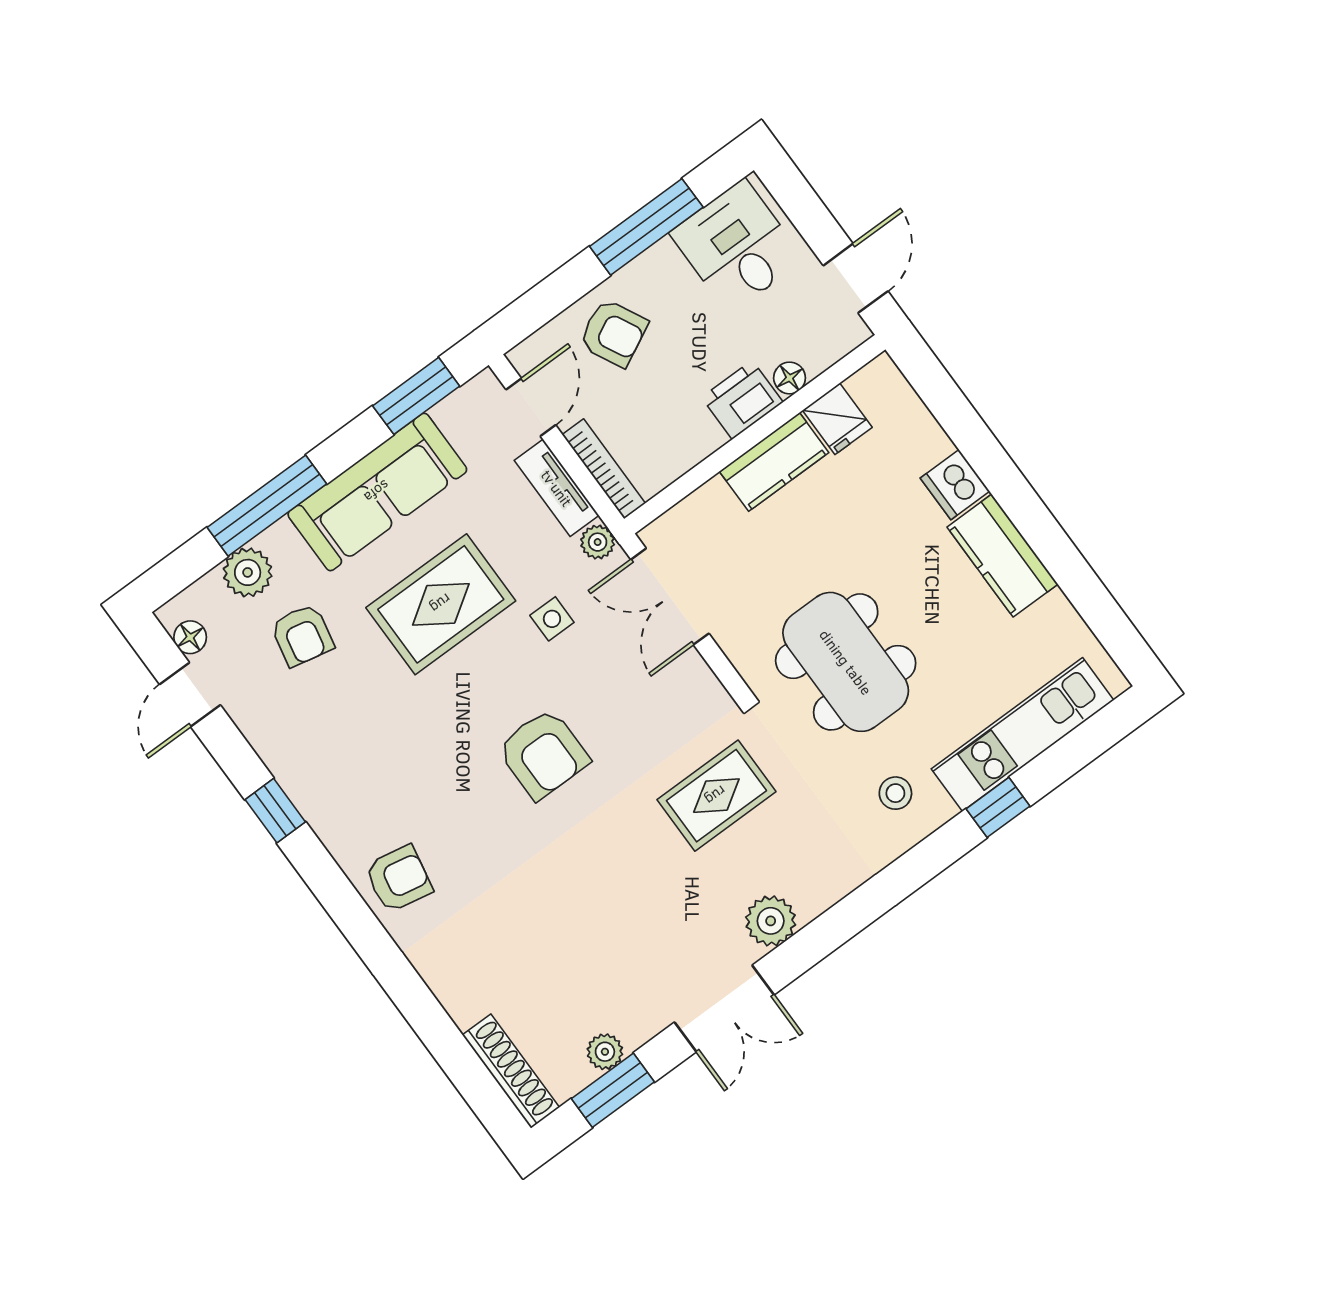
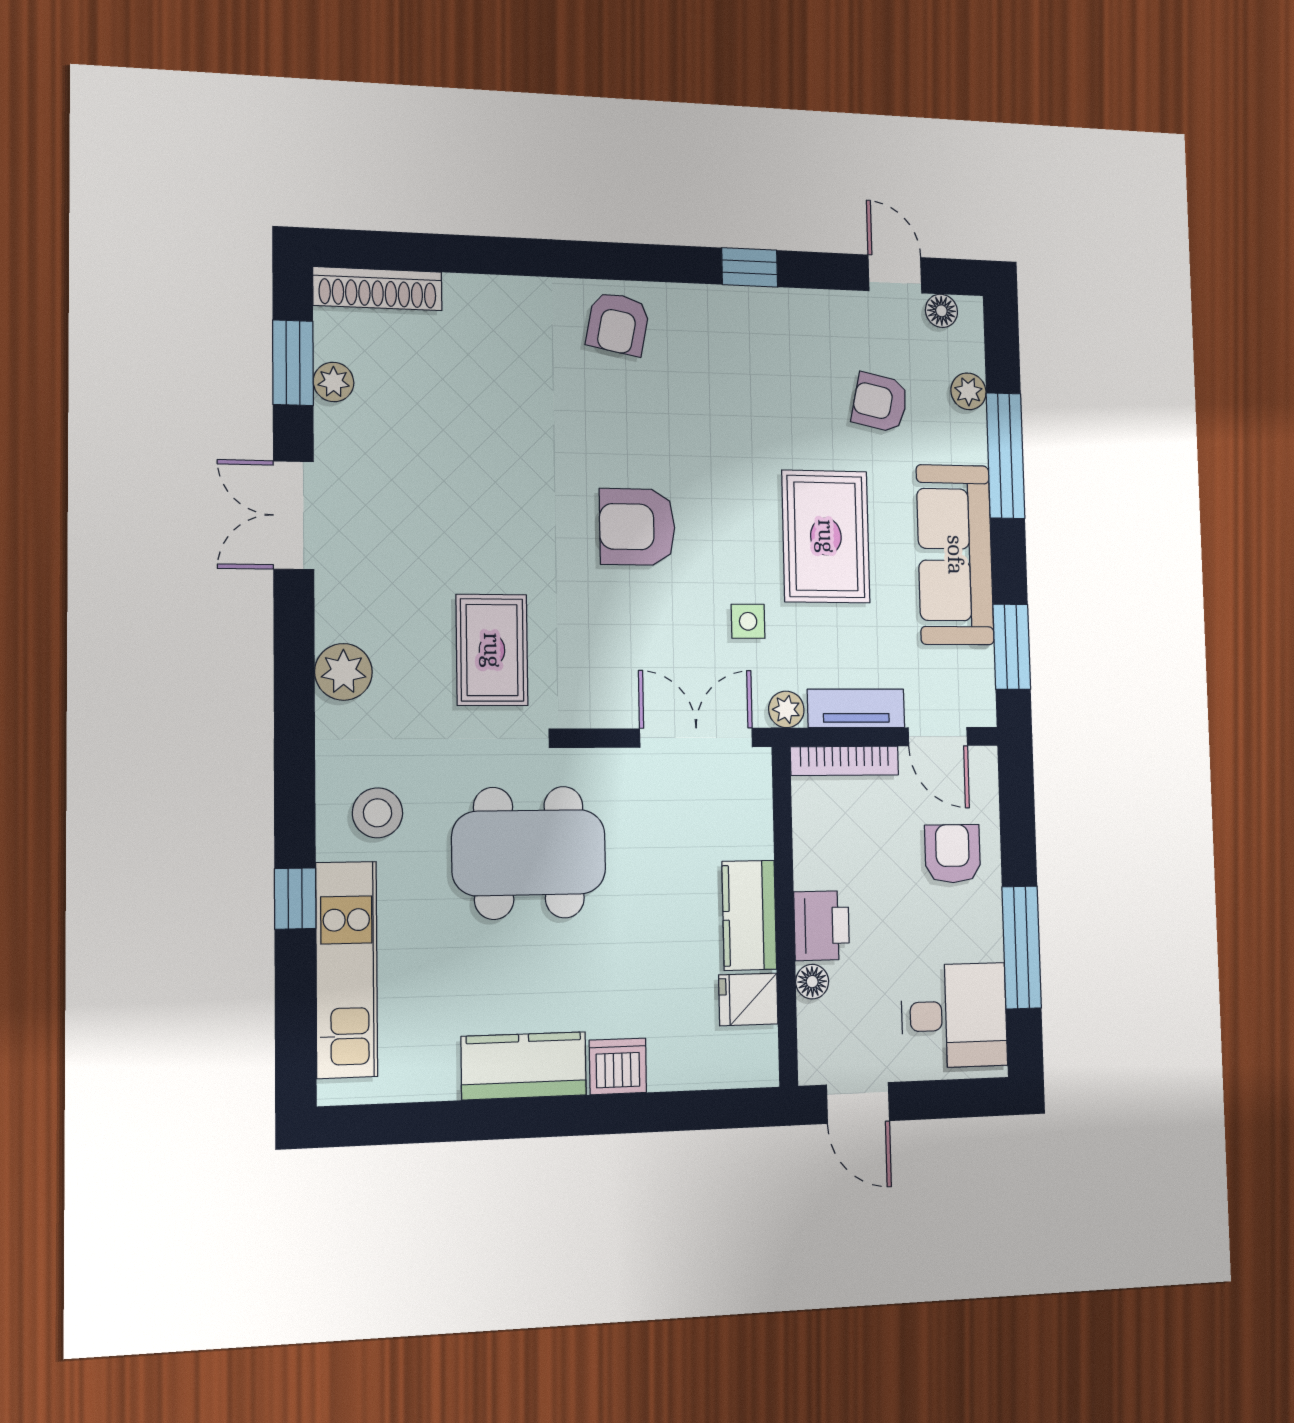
armchair: (613, 333) -> (953, 854), turned 117
plant: (248, 572) -> (968, 391), width x0.73, depth x0.73
stool: (895, 793) -> (377, 813), width x1.37, depth x1.37
plant: (771, 921) -> (343, 672), moved

